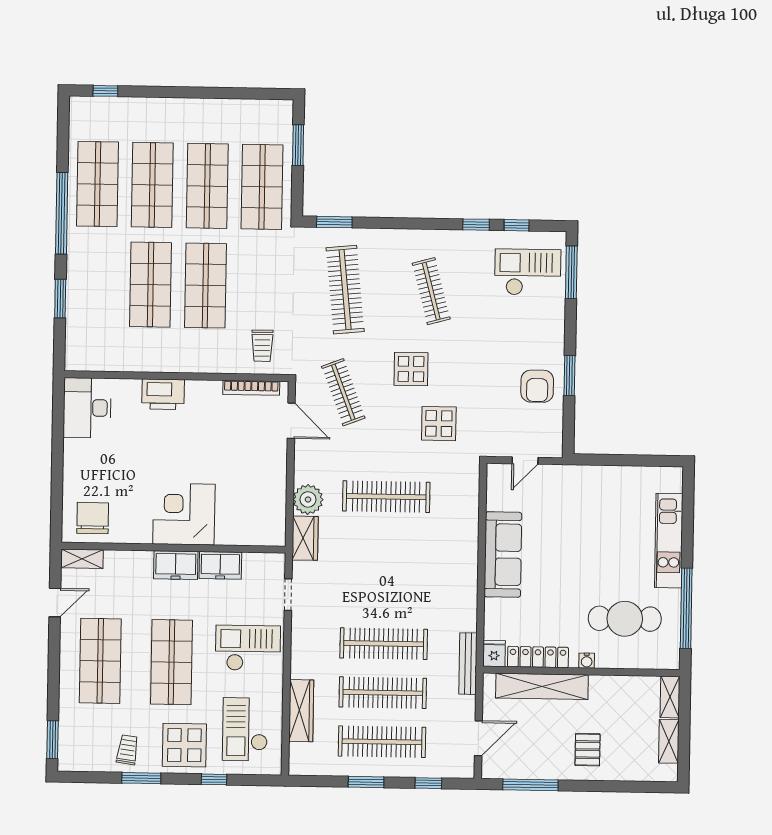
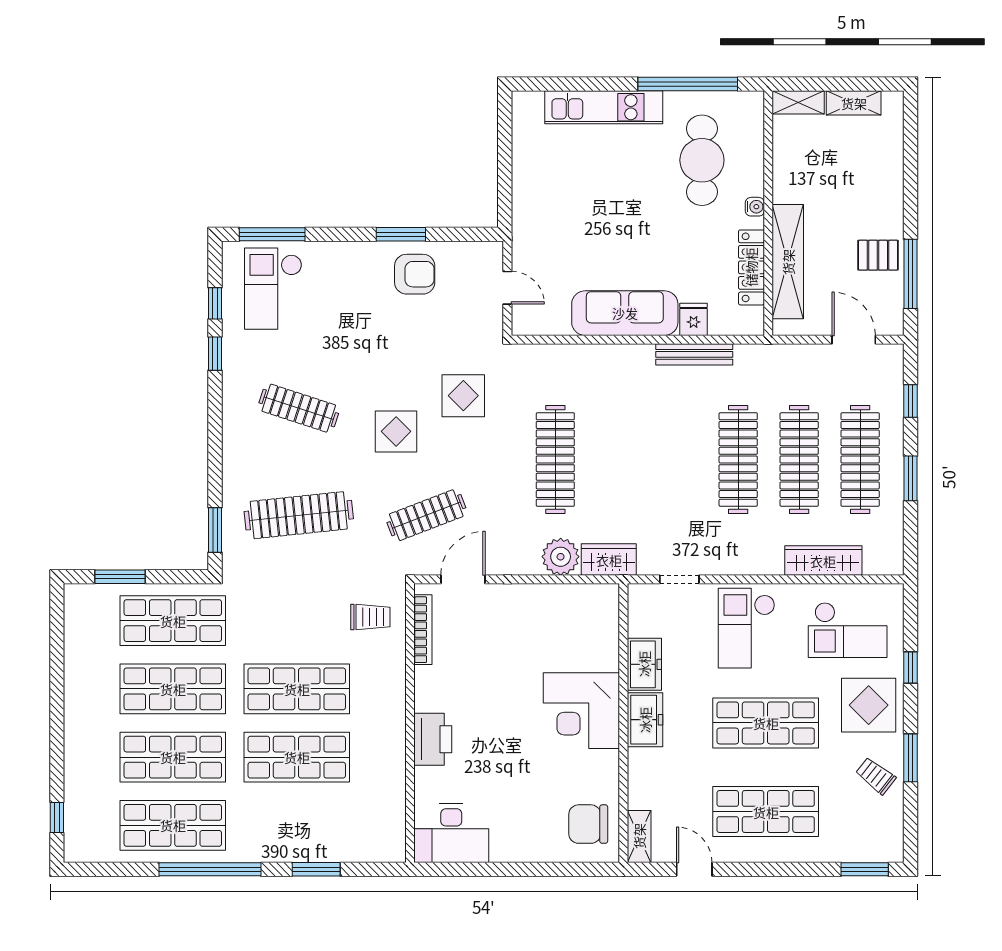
clothes rail: (431, 291) -> (299, 408), turned 33
fridge: (494, 654) -> (694, 319), moved, turned 90
bench: (468, 664) -> (694, 354), moved
trolley: (127, 750) -> (876, 776), turned 30
pallet: (588, 750) -> (878, 255), moved

